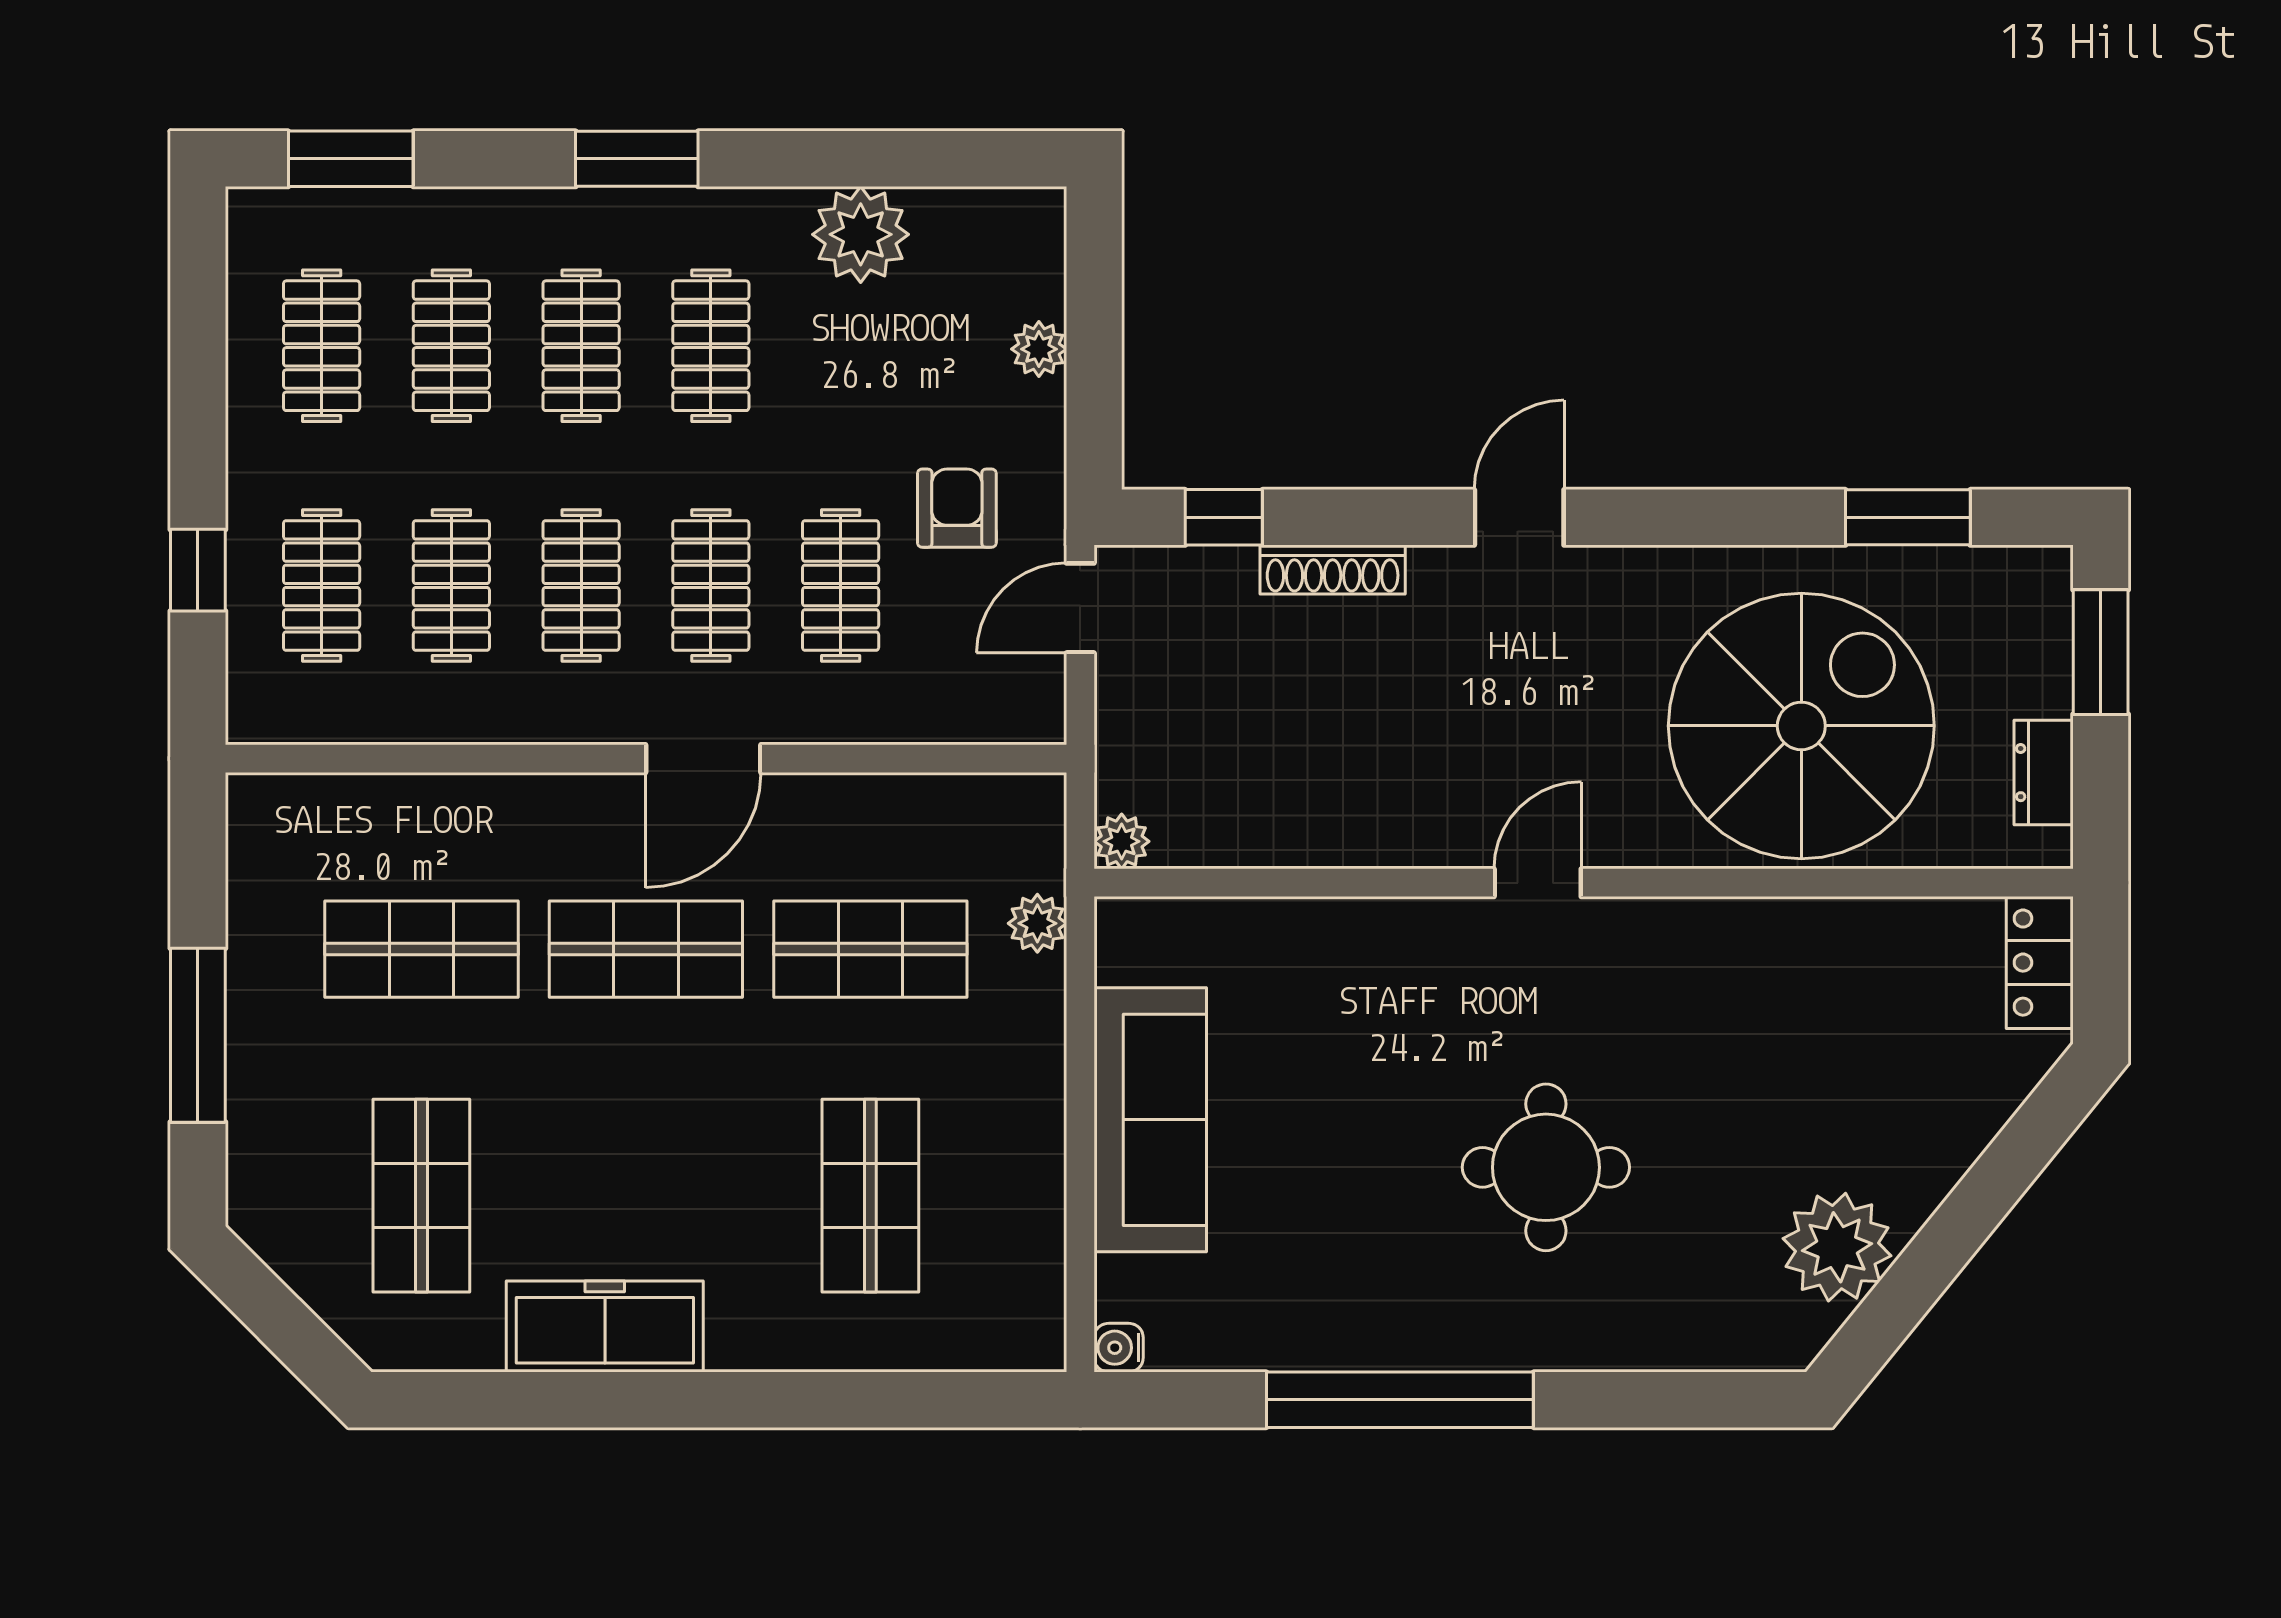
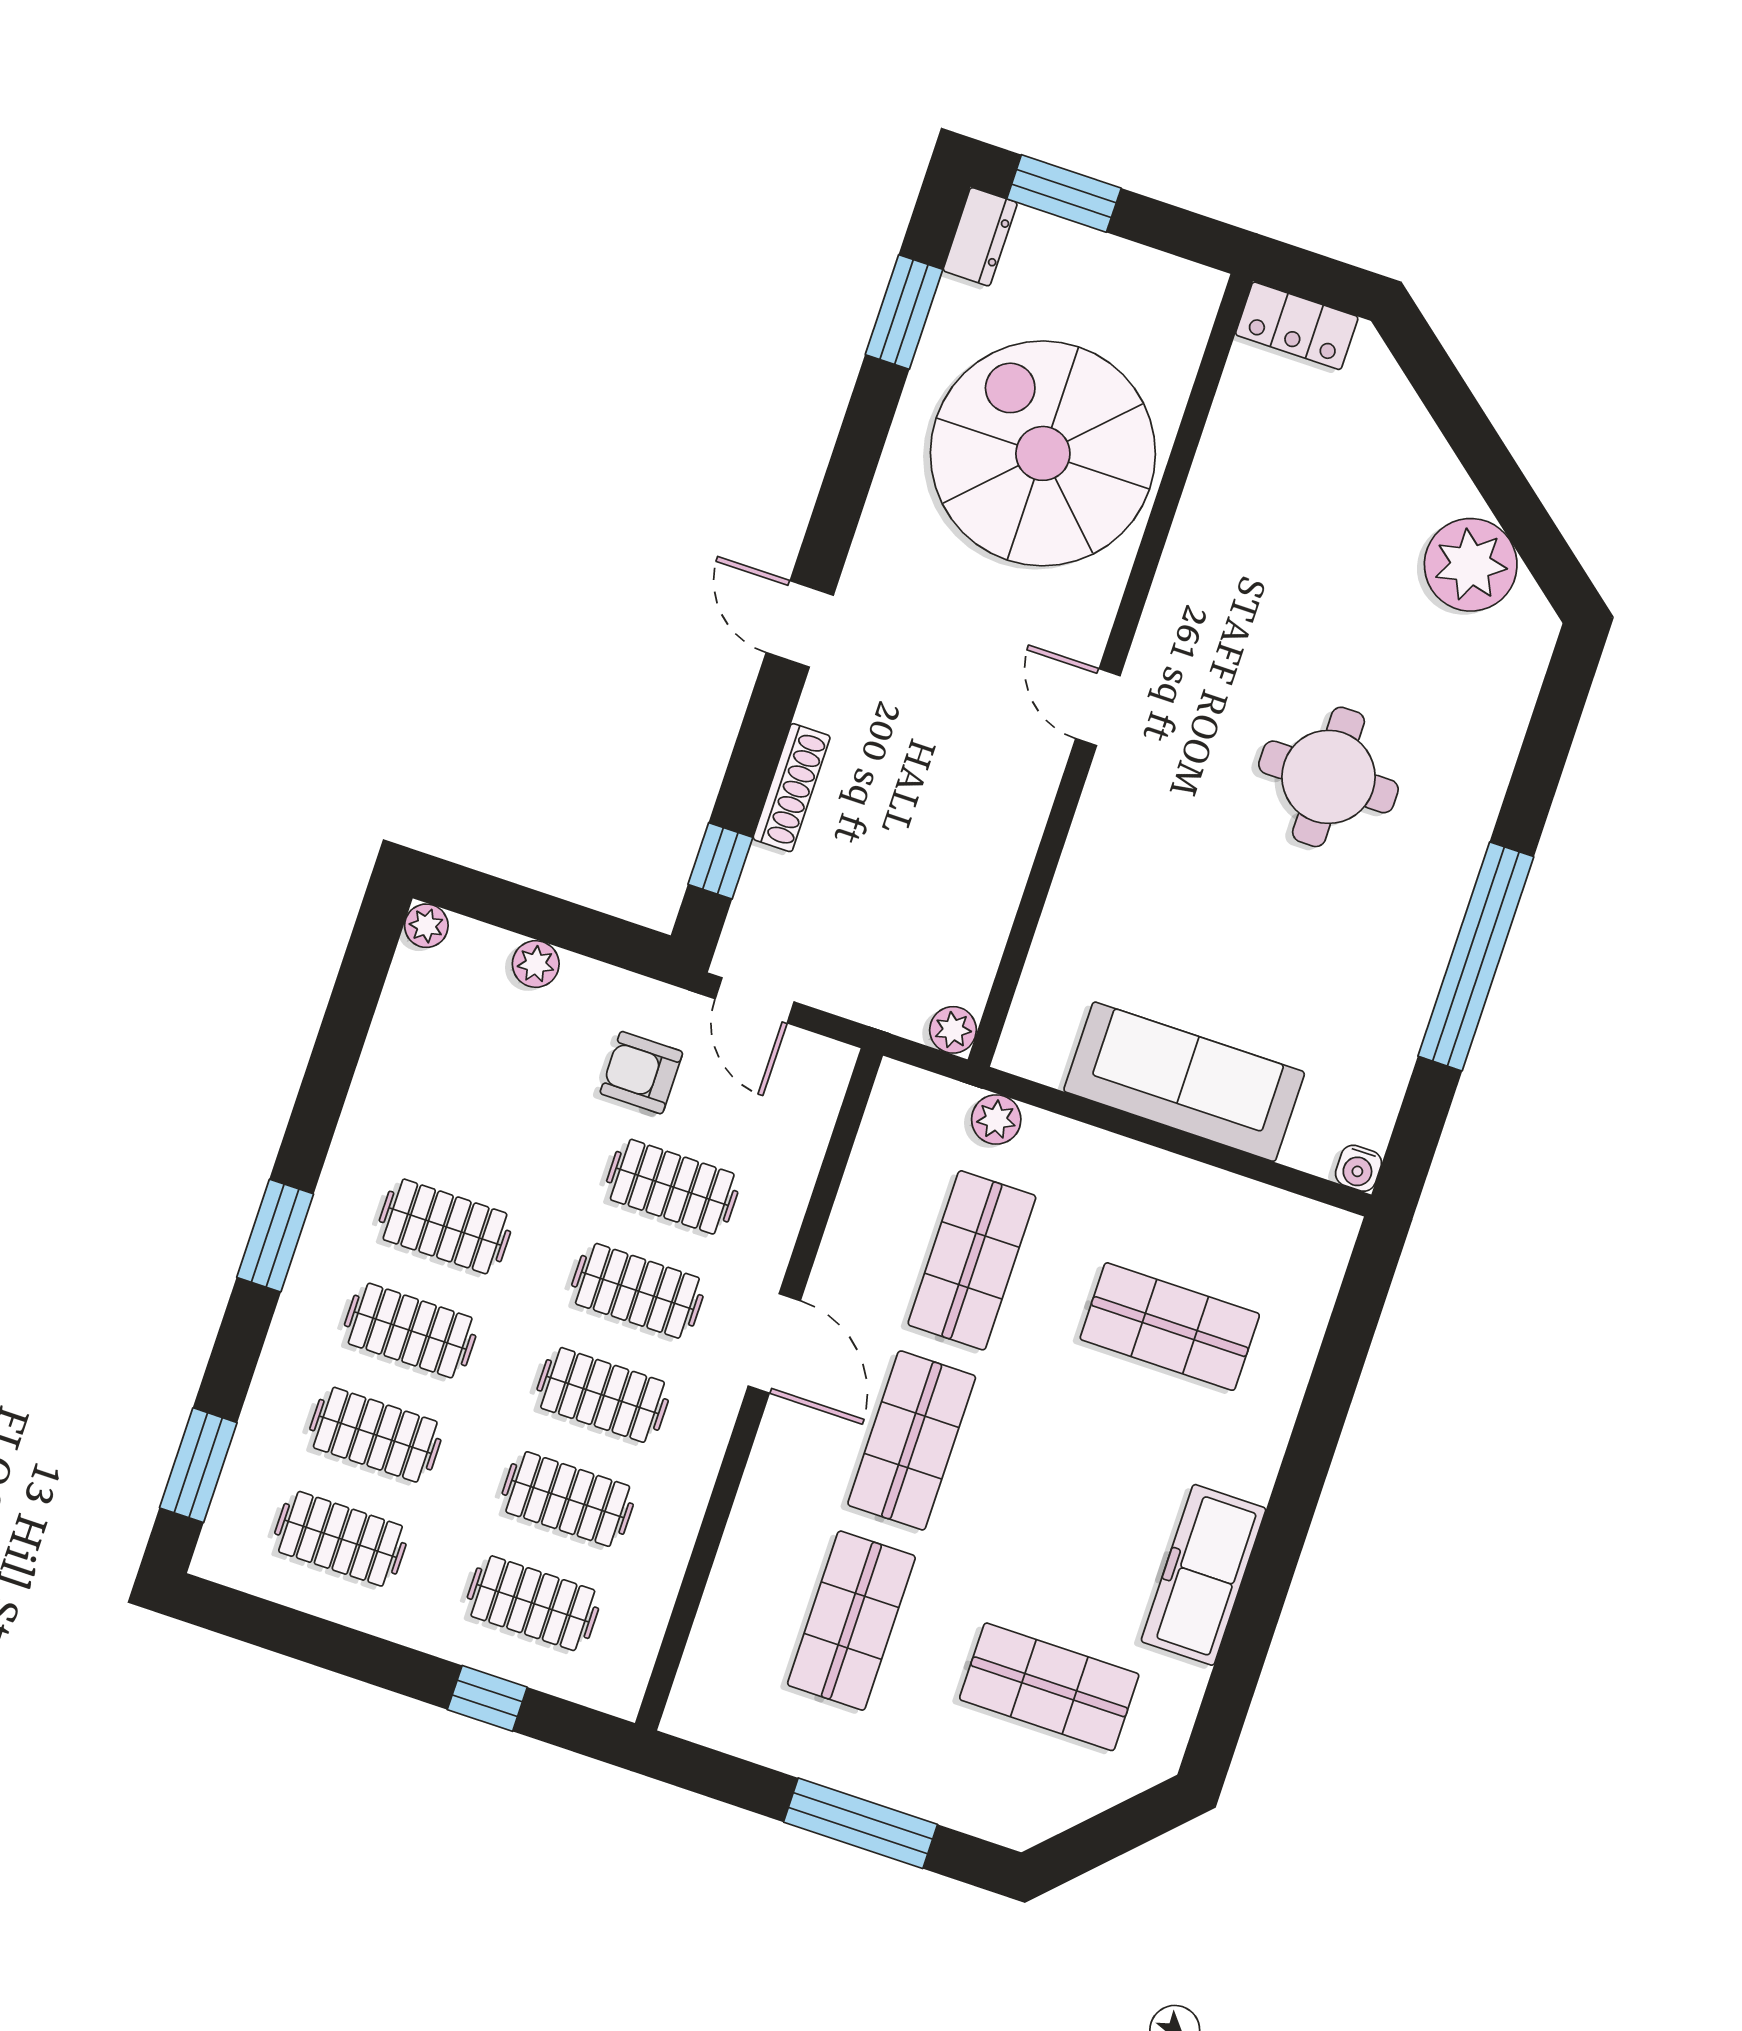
plant: (861, 234) -> (426, 926), moved, width x0.53, depth x0.53
dresser: (2044, 773) -> (980, 237), moved, turned -90

